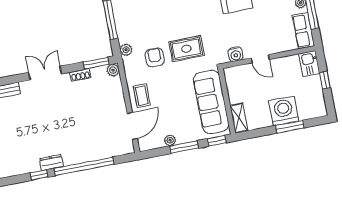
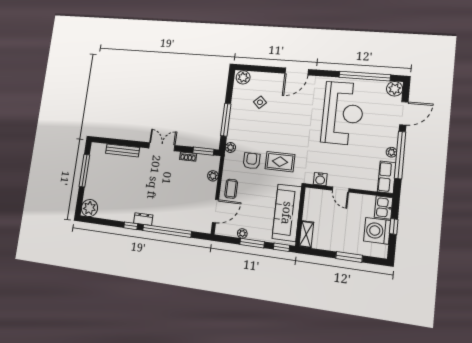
plant: (113, 70) -> (213, 176), moved
washing machine: (284, 111) -> (377, 231), moved, turned -90

